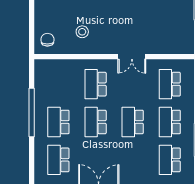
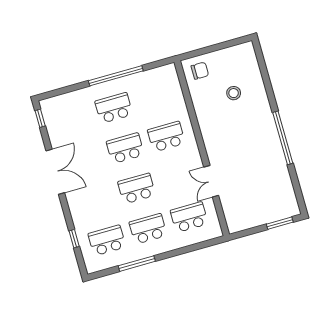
stool: (82, 32) -> (234, 93), moved
double door: (132, 57) -> (211, 181), moved
school desk: (58, 160) -> (73, 120), removed

